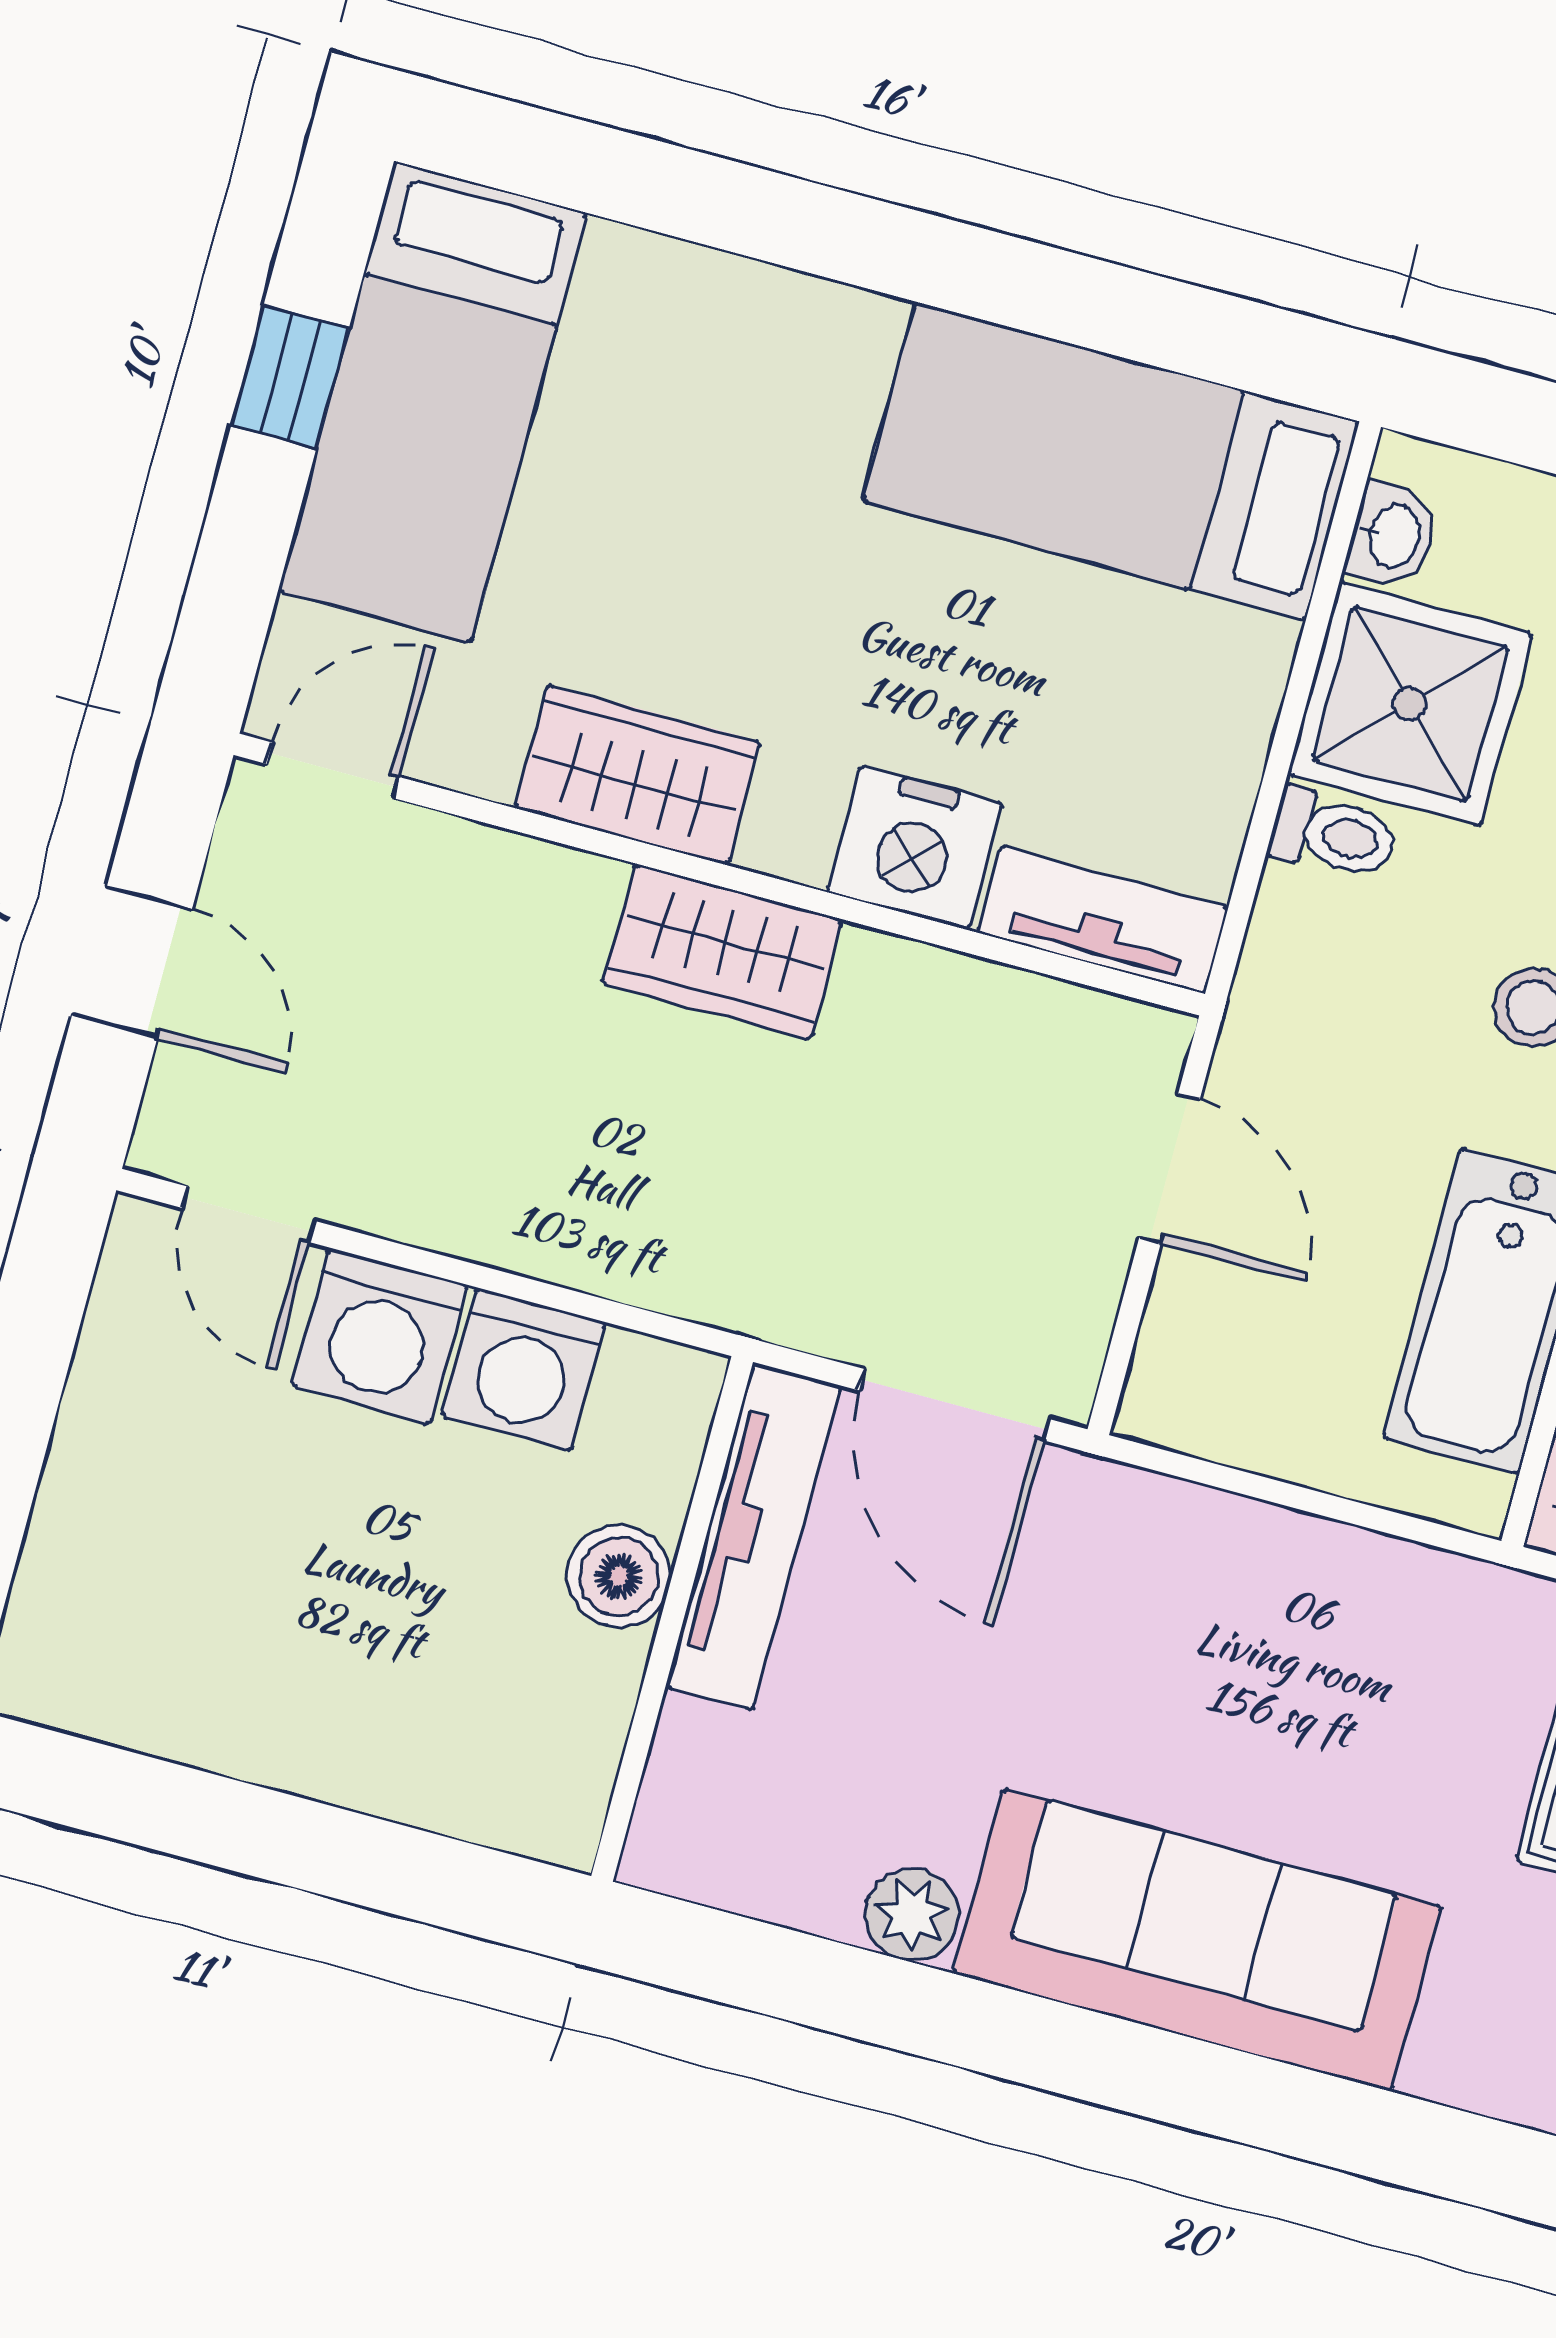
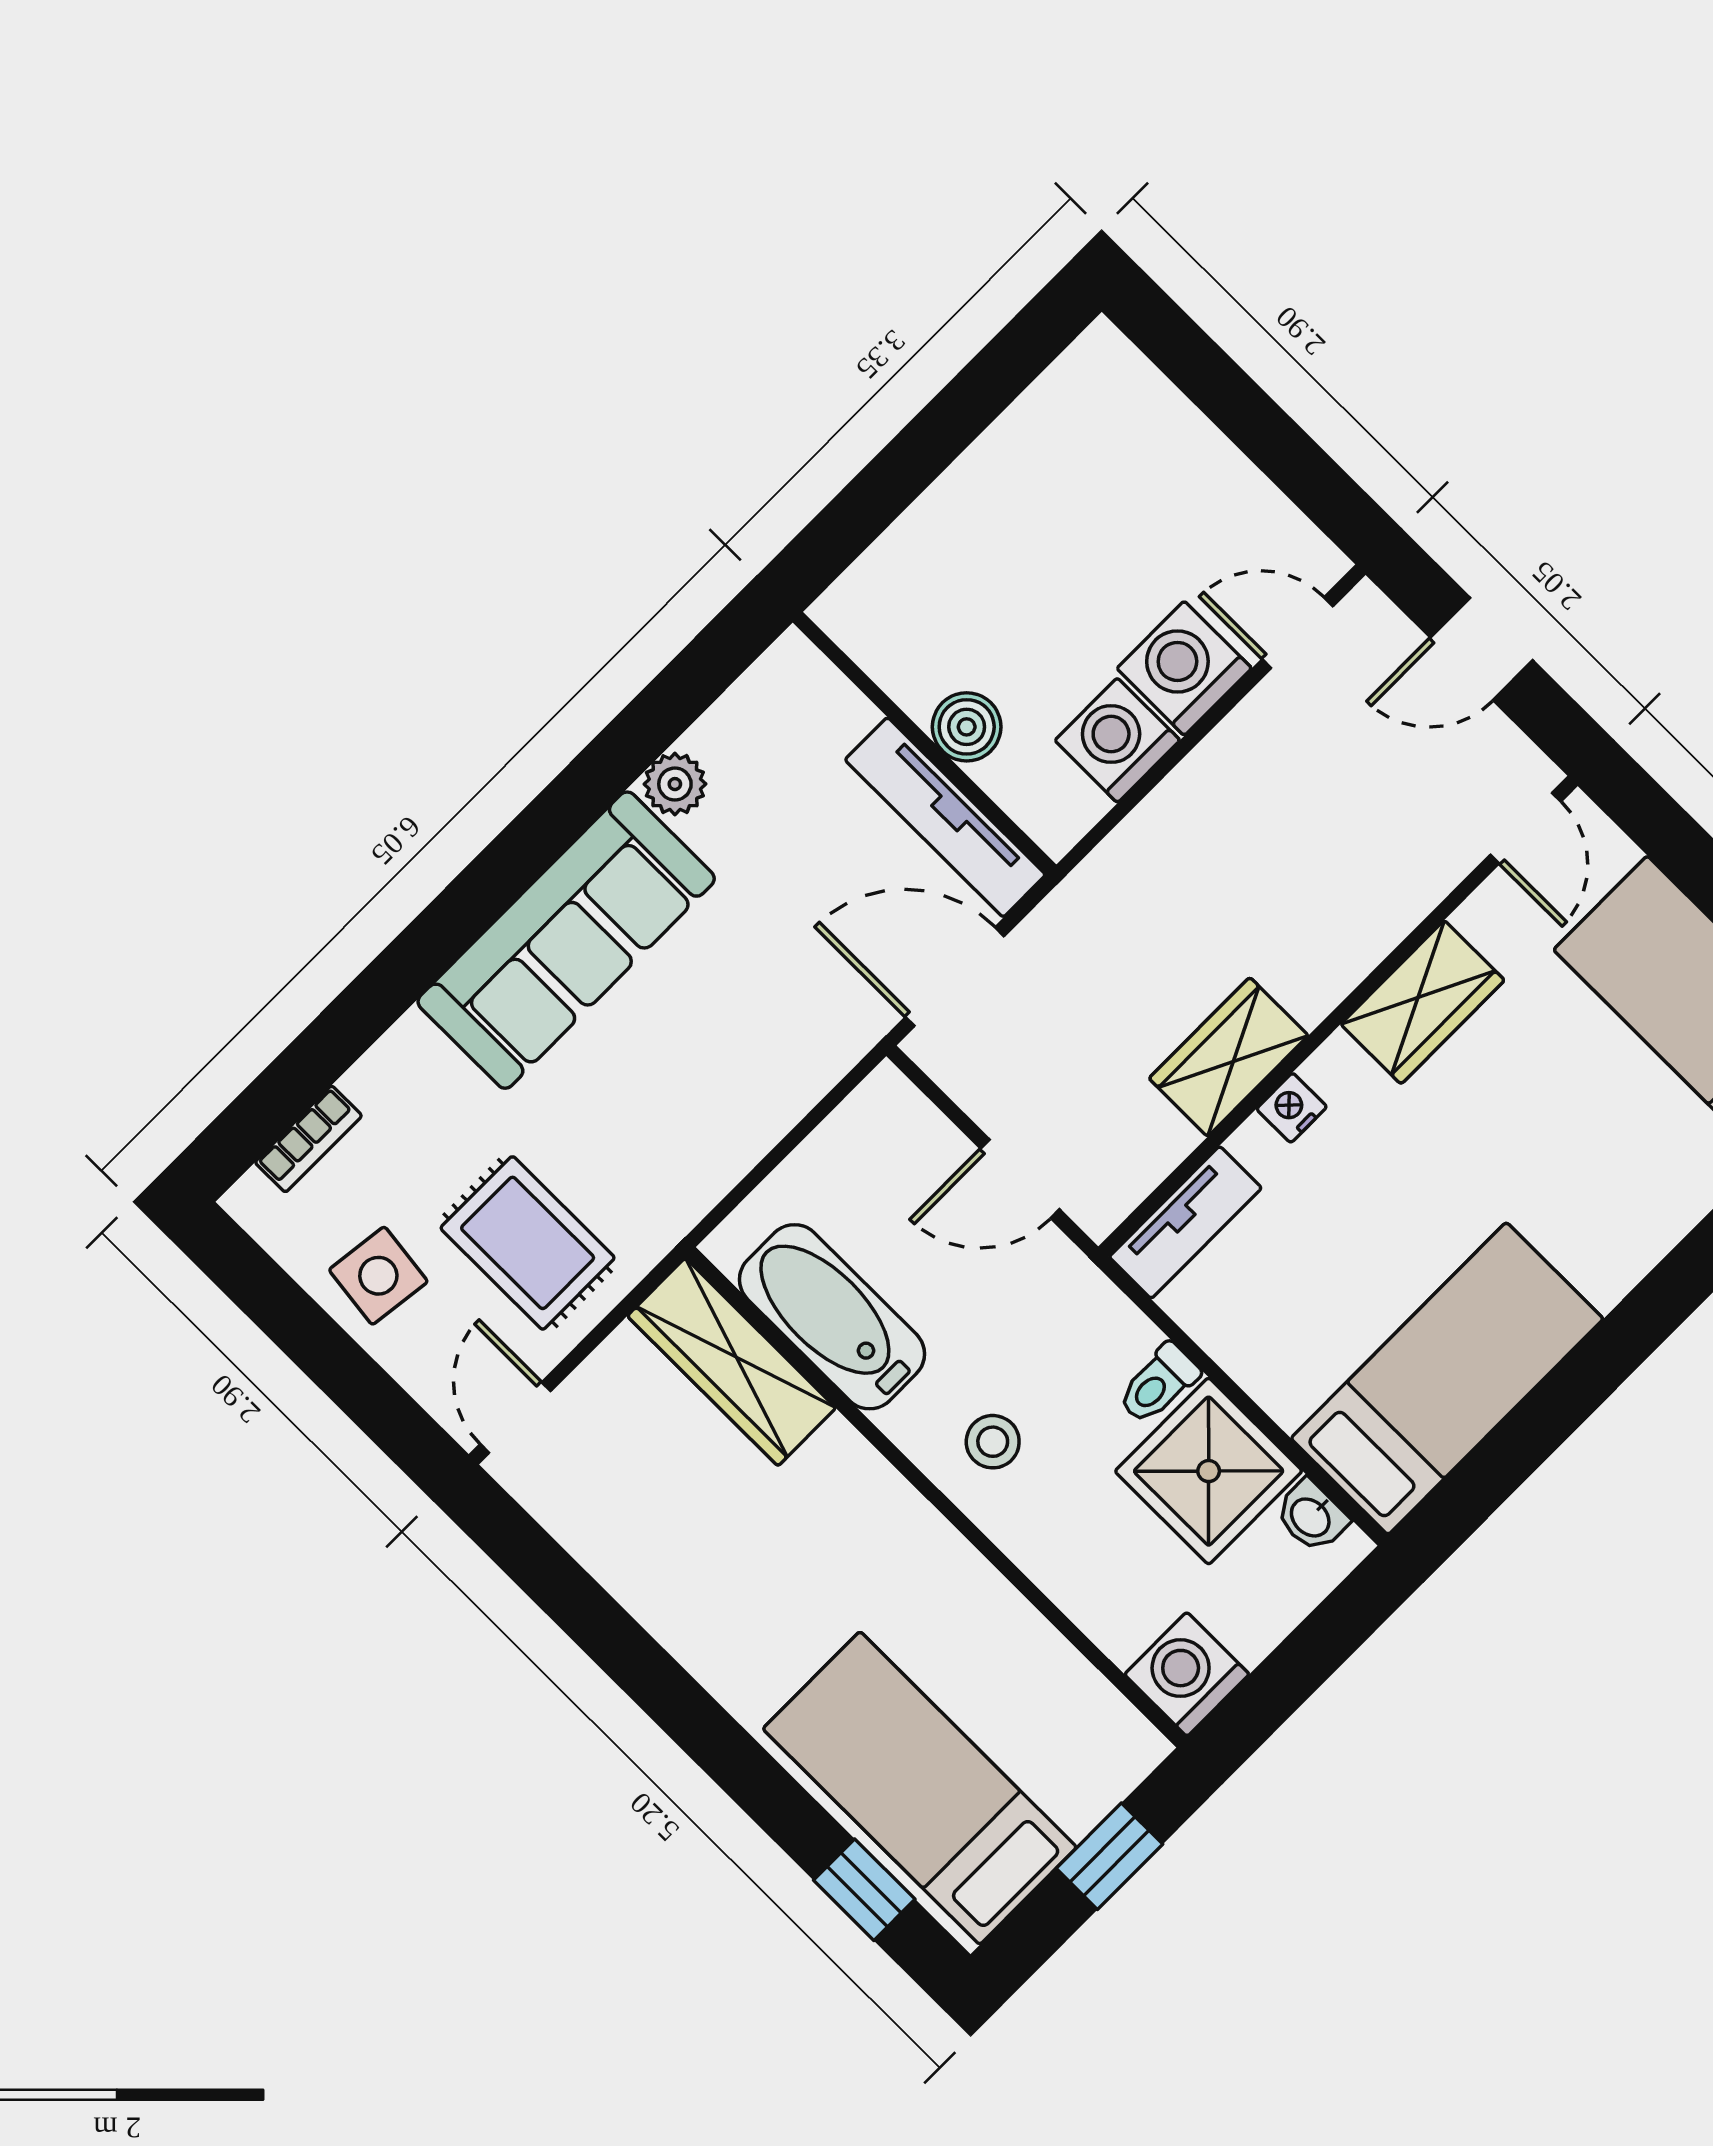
nightstand: (915, 848) -> (1292, 1108), width x0.53, depth x0.56
wardrobe: (723, 952) -> (1229, 1057), moved

